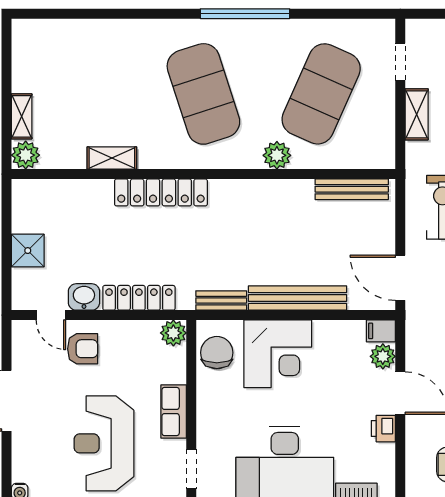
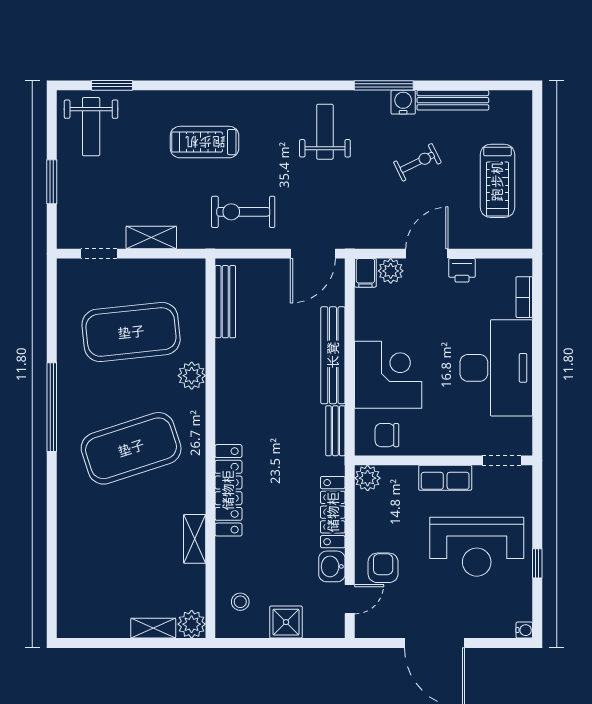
exercise mat: (321, 94) -> (131, 332), turned -30
stool: (48, 204) -> (240, 602), added
chair: (217, 353) -> (387, 435), width x0.73, depth x0.73

